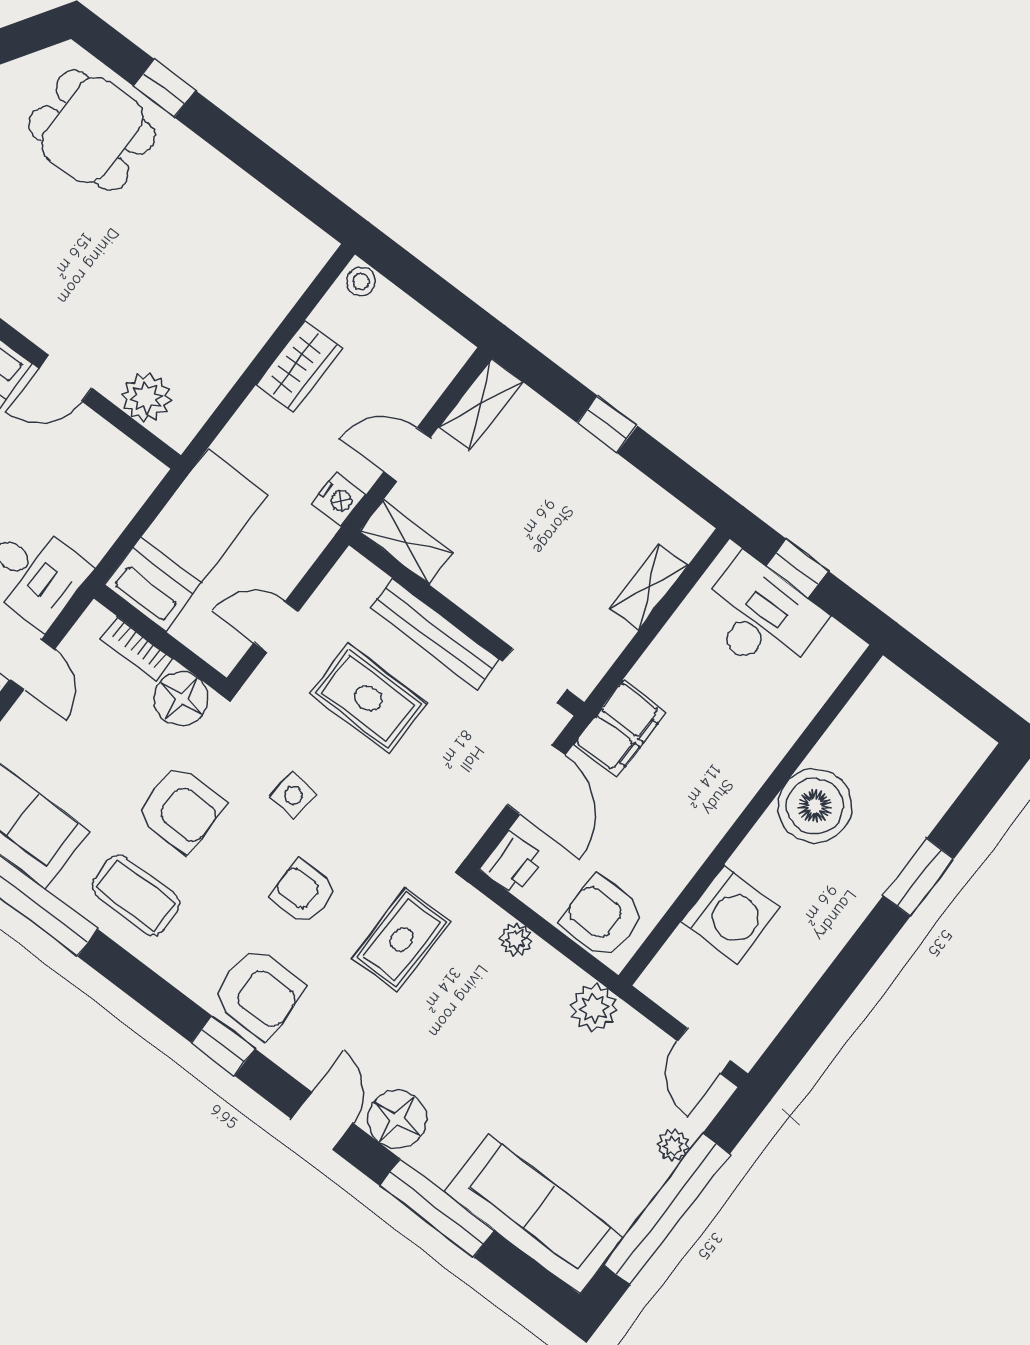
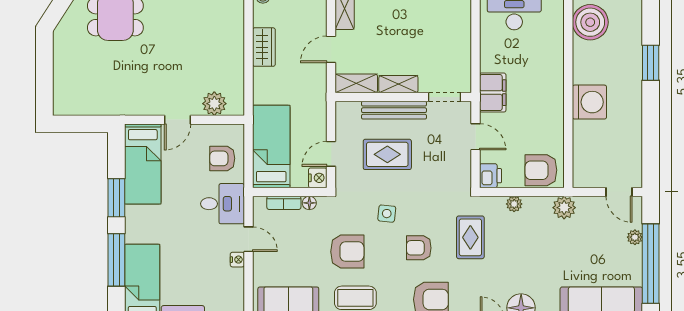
armchair: (91, 498) -> (222, 158), added
nightstand: (339, 499) -> (318, 178), moved
shelving: (649, 587) -> (398, 84), moved, turned 90
floor lamp: (181, 699) -> (309, 203), width x0.53, depth x0.53
door: (536, 780) -> (475, 137), width x0.73
boiler: (815, 806) -> (590, 22), moved
washing machine: (731, 914) -> (589, 102), moved

